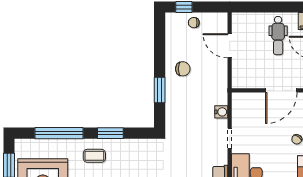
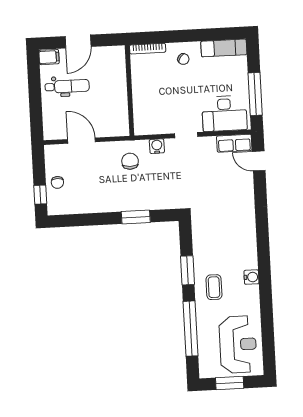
door: (230, 46) -> (82, 141), swing flipped
chair: (183, 69) -> (130, 161), moved
door: (281, 90) -> (129, 79), removed

